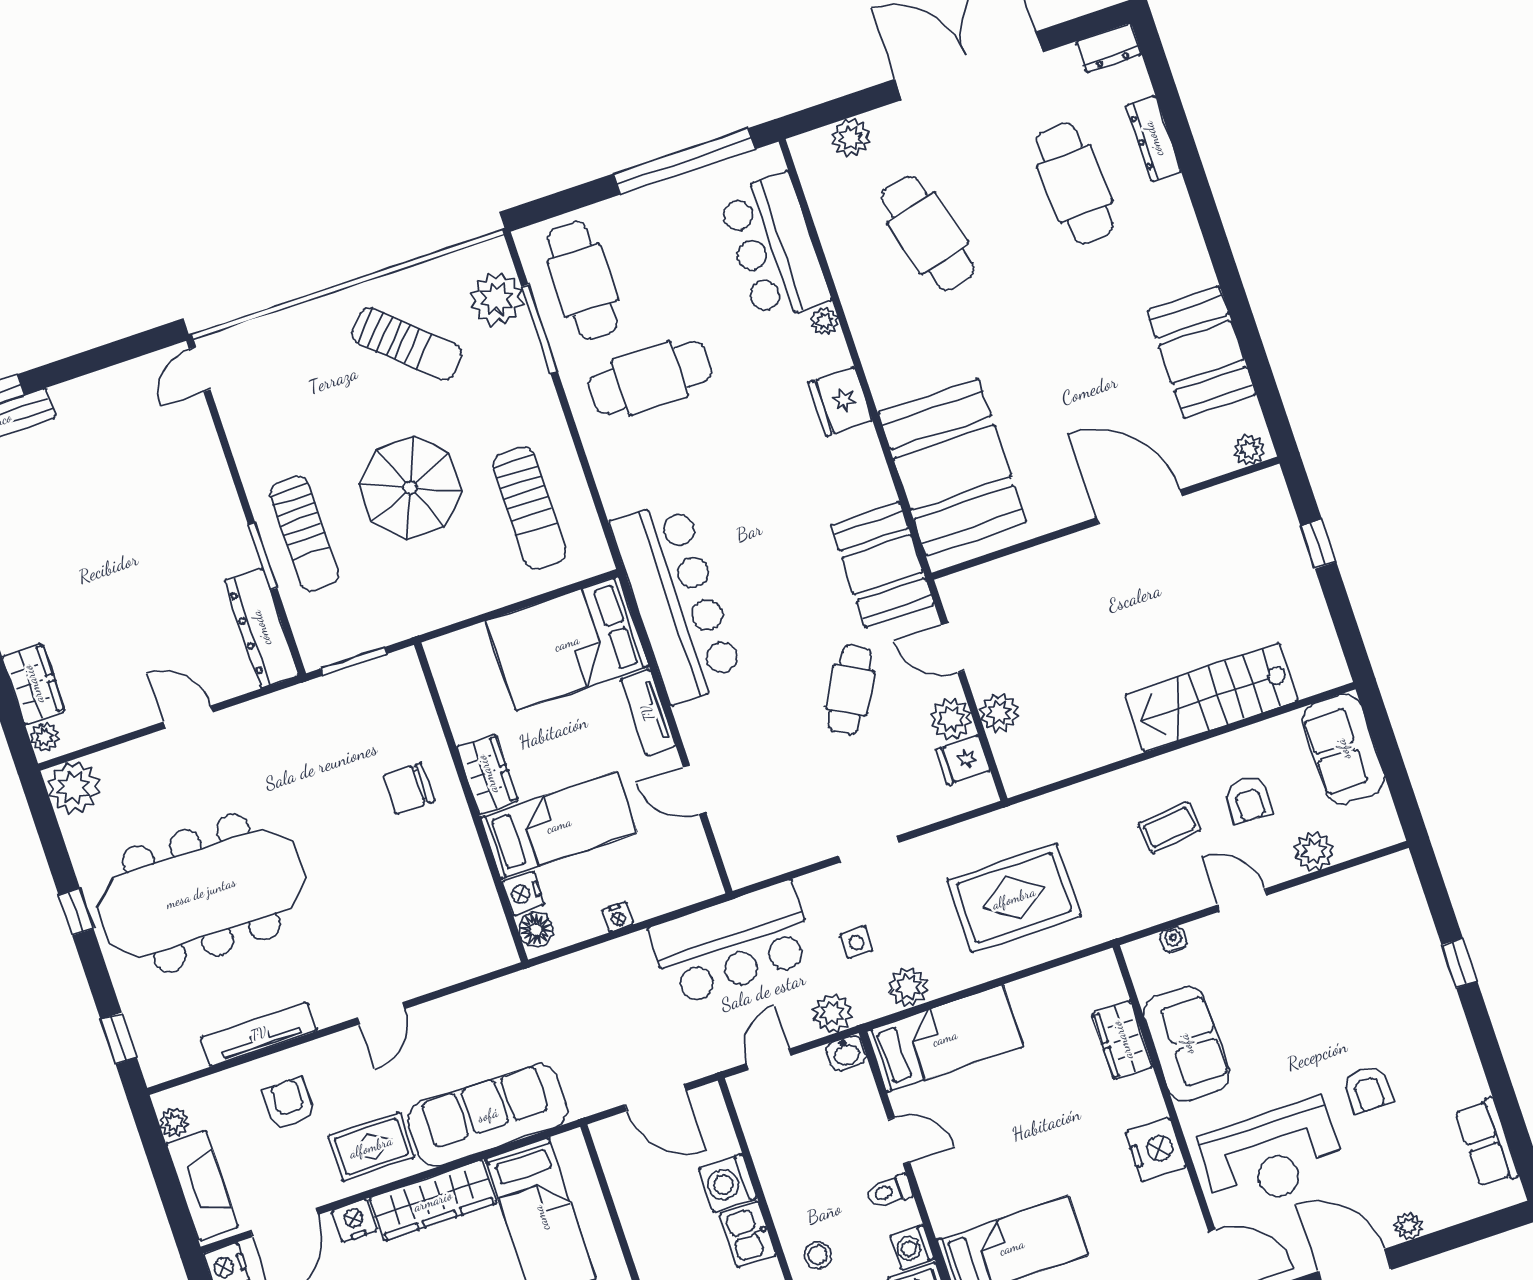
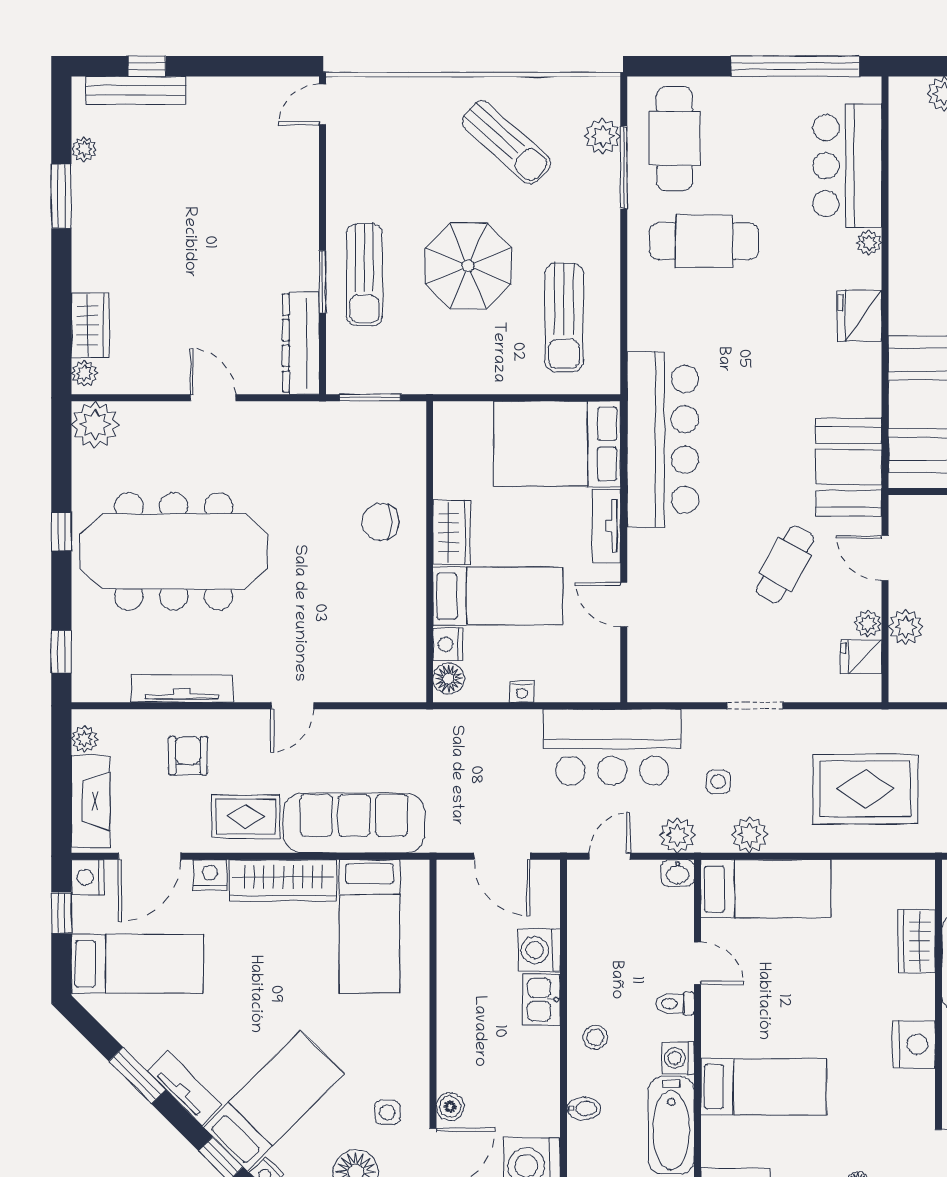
plant: (497, 299) -> (603, 136), width x0.73, depth x0.73
plant: (951, 719) -> (868, 623), width x0.73, depth x0.73

